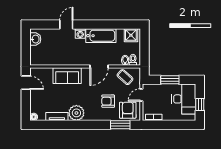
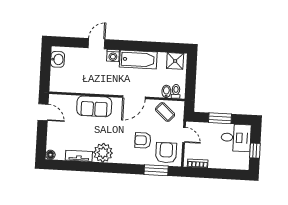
door: (141, 95) -> (184, 135), swing flipped
desk: (184, 99) -> (236, 138), width x0.73

